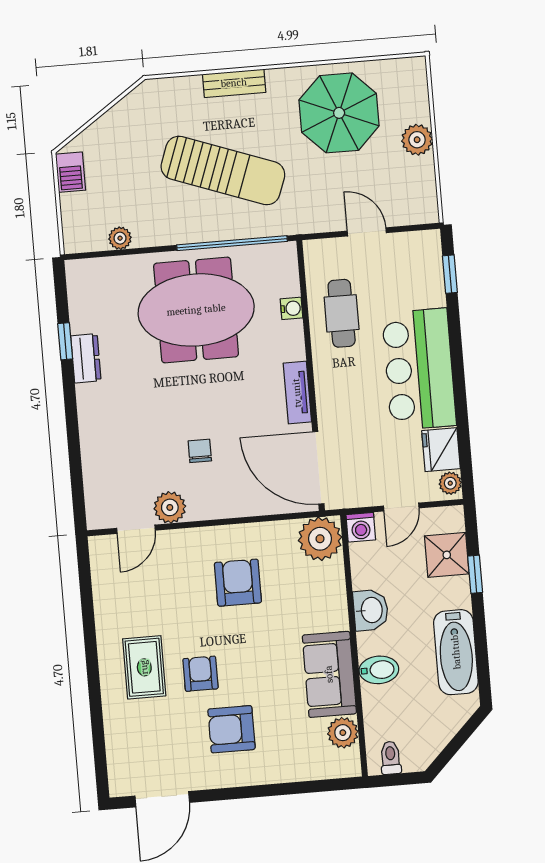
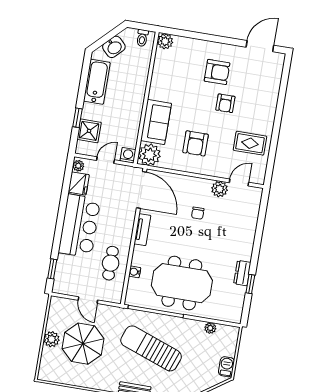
parasol: (339, 113) -> (83, 344), moved
washbasin: (371, 610) -> (114, 47), moved, turned -135
rug: (144, 667) -> (250, 143), moved, turned 90
bidet: (379, 670) -> (137, 83), removed
sofa: (329, 674) -> (156, 122), moved
plant: (343, 733) -> (165, 41), moved

